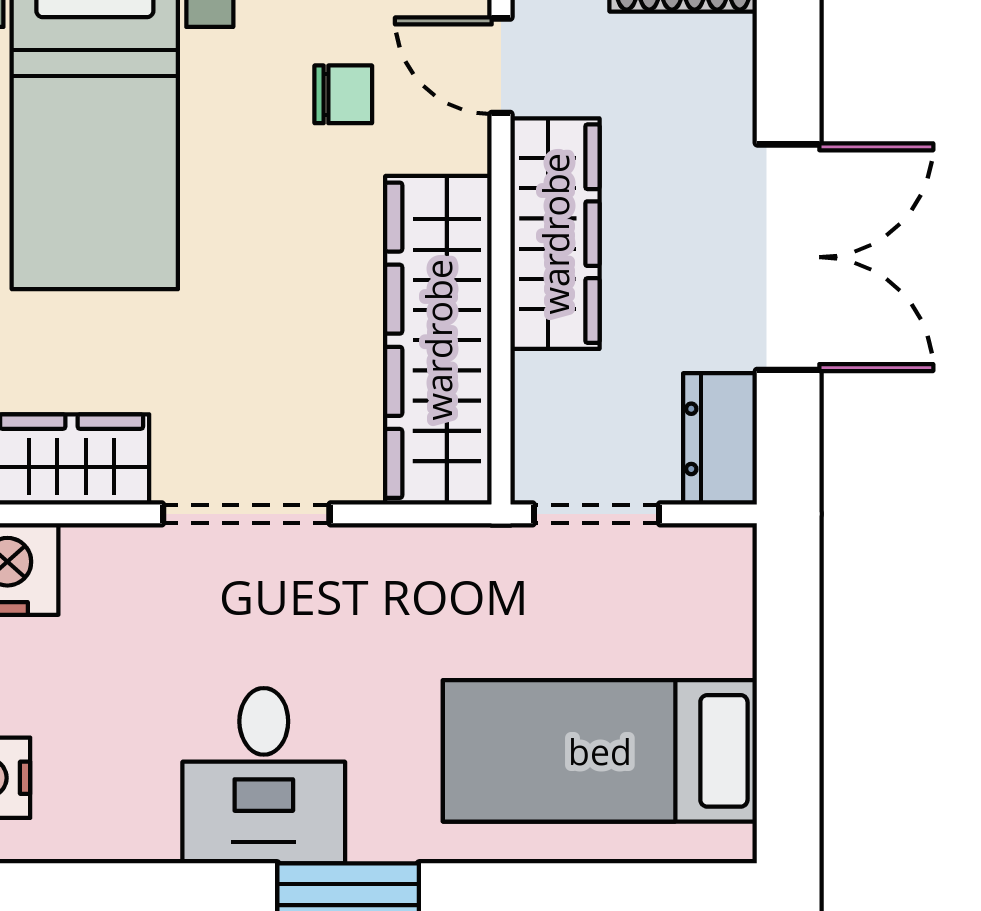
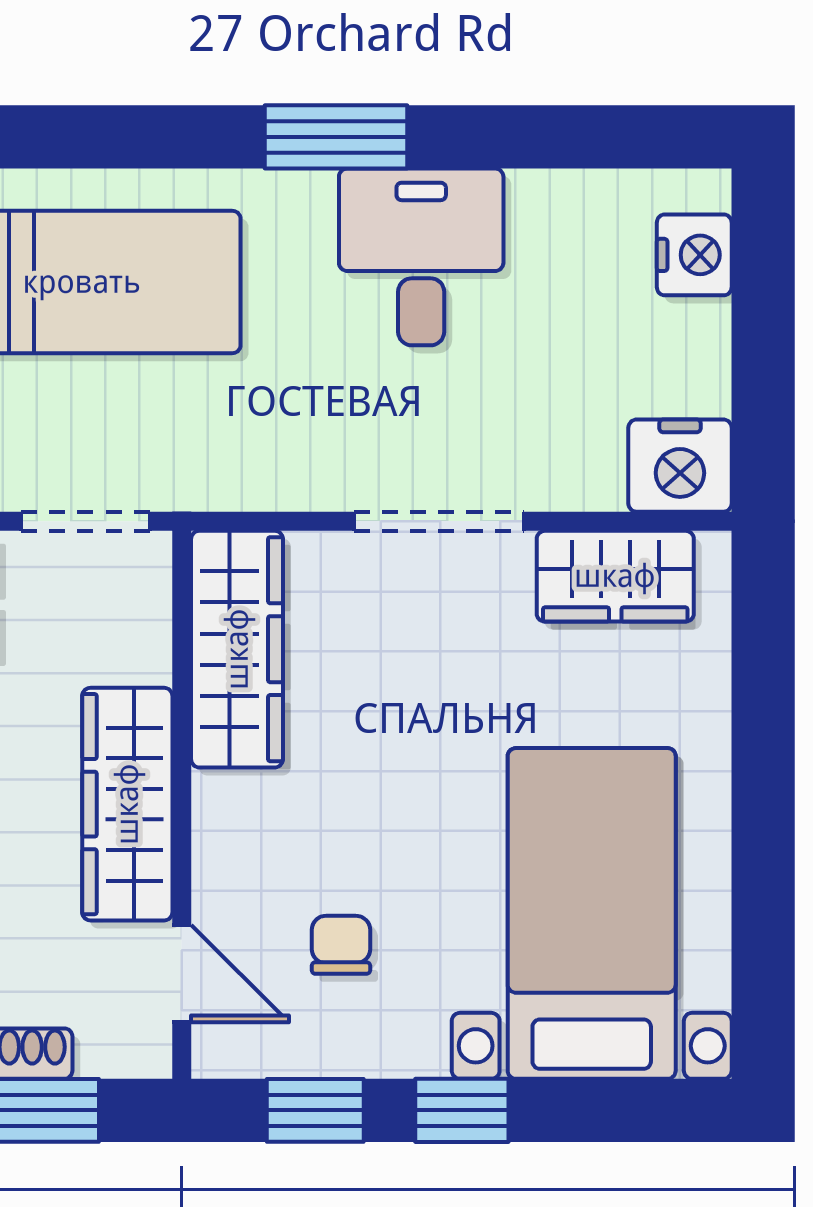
chair: (343, 94) -> (341, 945), turned 90
wardrobe: (438, 340) -> (237, 649), width x0.71, depth x0.85

